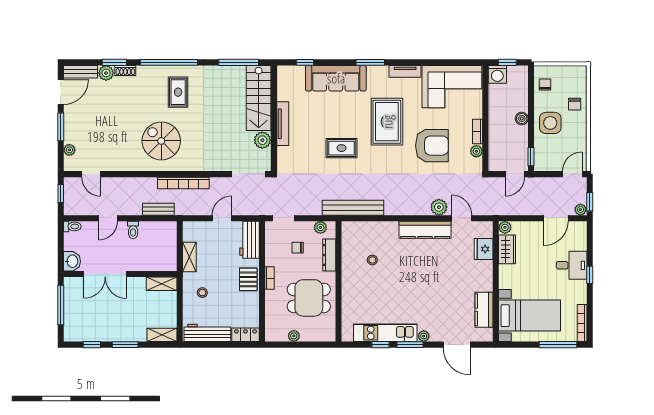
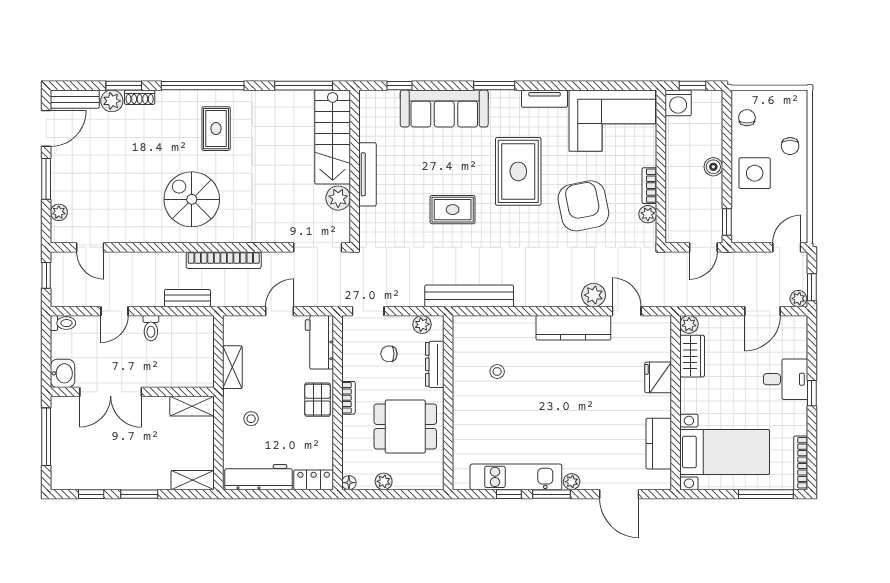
armchair: (432, 146) -> (583, 206), turned -101
fridge: (484, 249) -> (658, 377), moved
floor lamp: (270, 337) -> (349, 483), added

